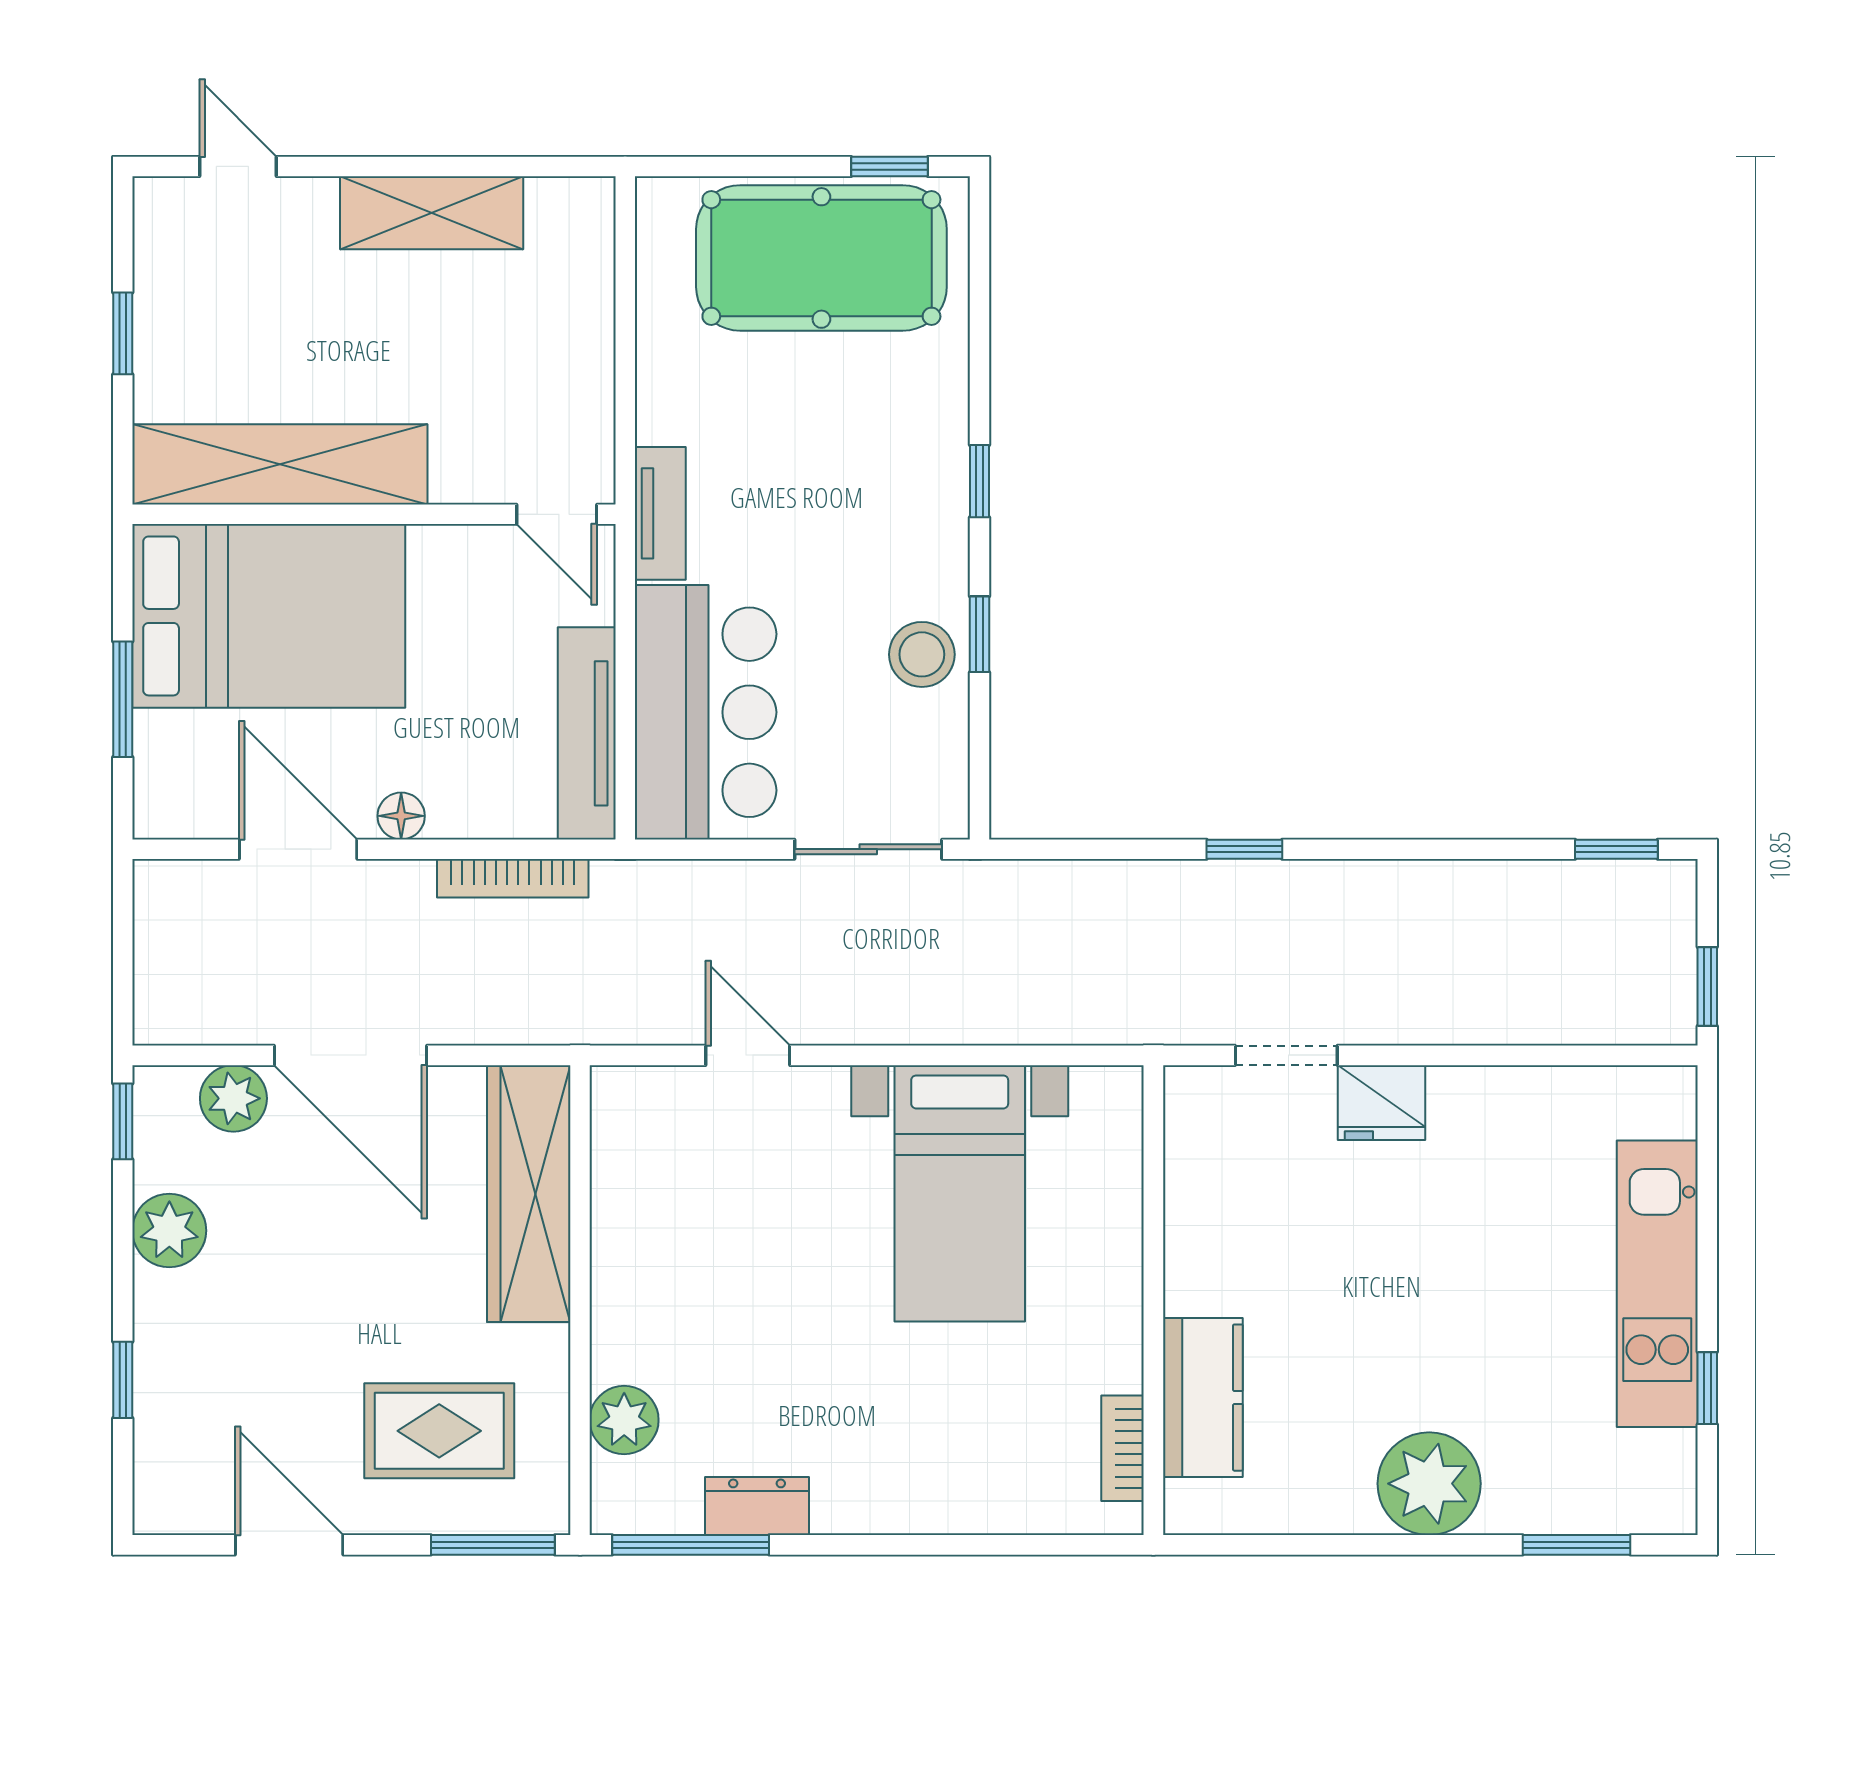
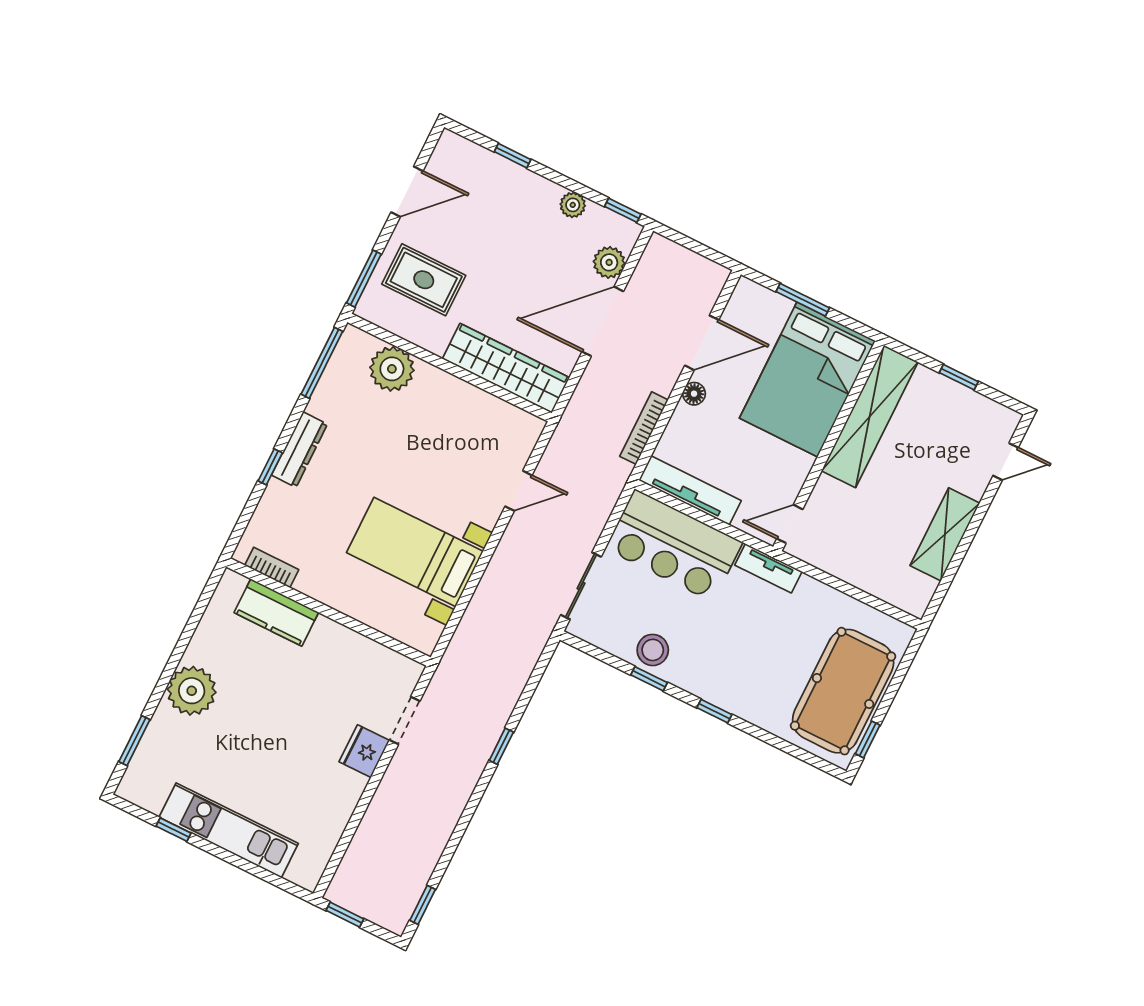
plant: (169, 1231) -> (573, 205), width x0.73, depth x0.73
plant: (624, 1420) -> (392, 369), width x1.36, depth x1.36
rug: (439, 1431) -> (424, 280), turned 90
dresser: (757, 1506) -> (299, 450), moved, width x1.44
window: (934, 1545) -> (270, 467), added

